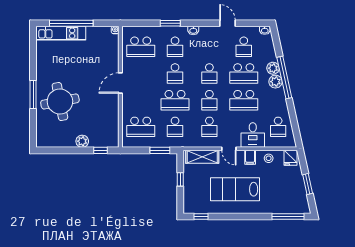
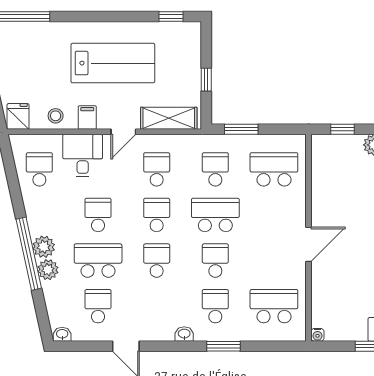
school desk: (244, 100) -> (98, 215), width x0.54
door: (229, 149) -> (123, 132), swing flipped

